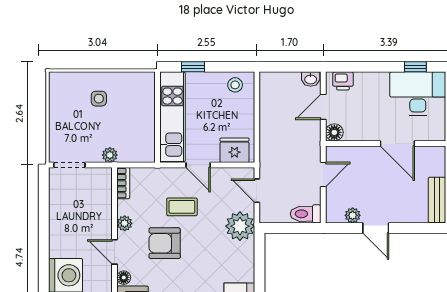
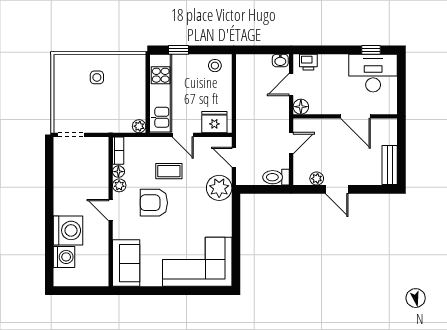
plant: (110, 155) -> (139, 126), moved
floor lamp: (124, 278) -> (118, 172), moved

